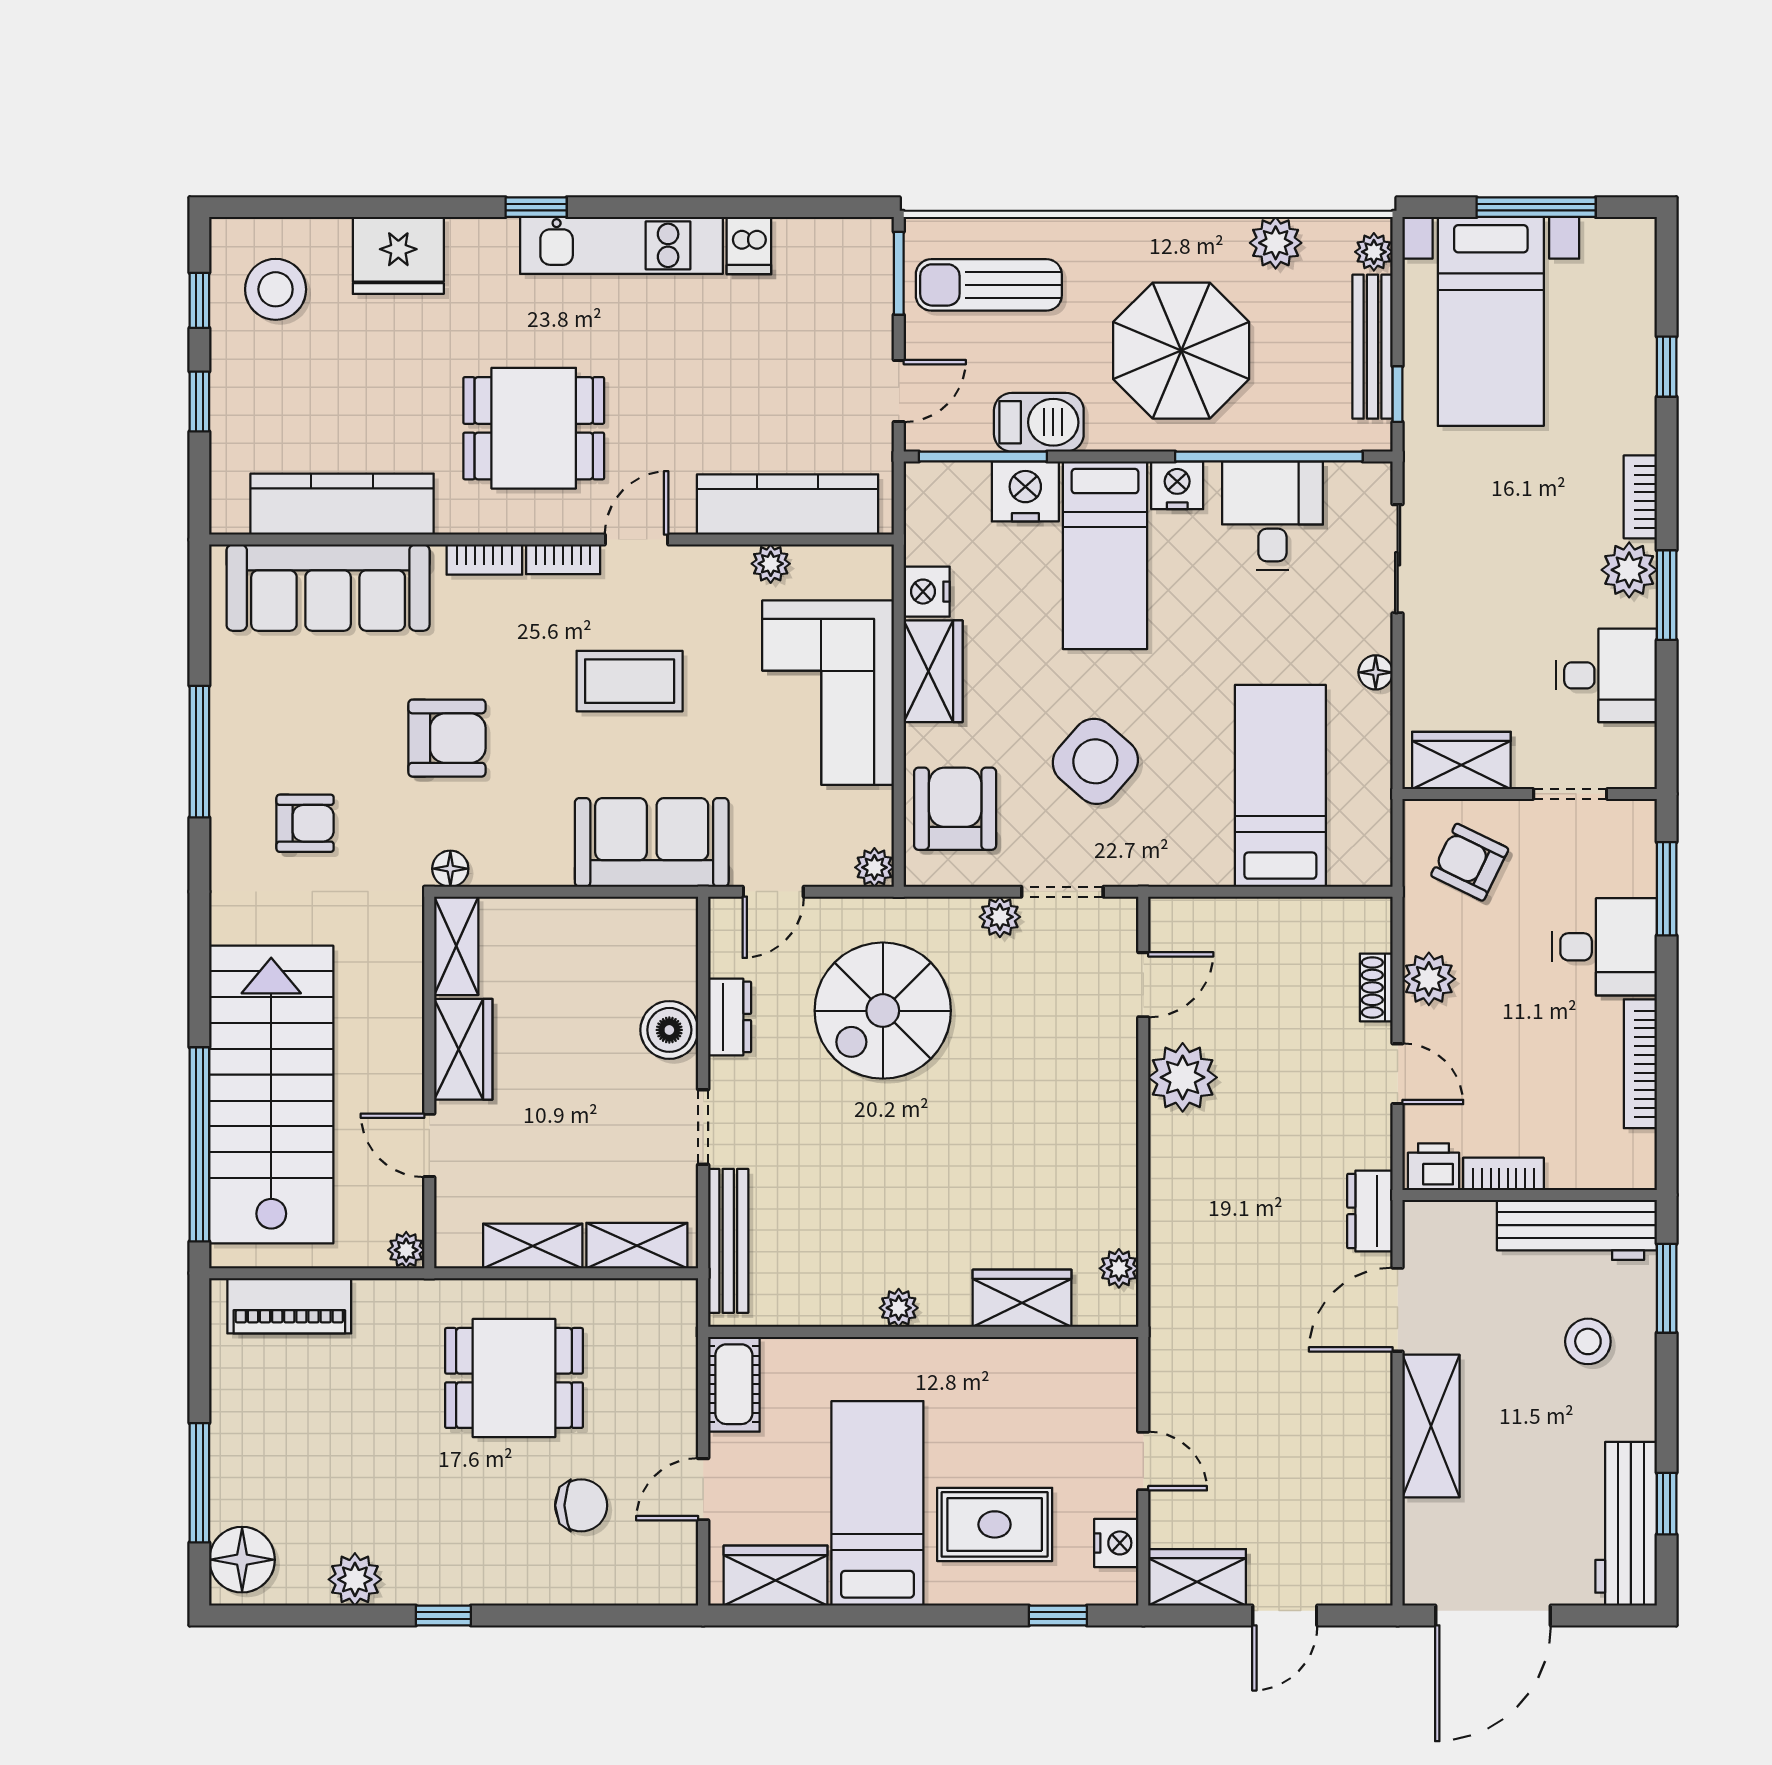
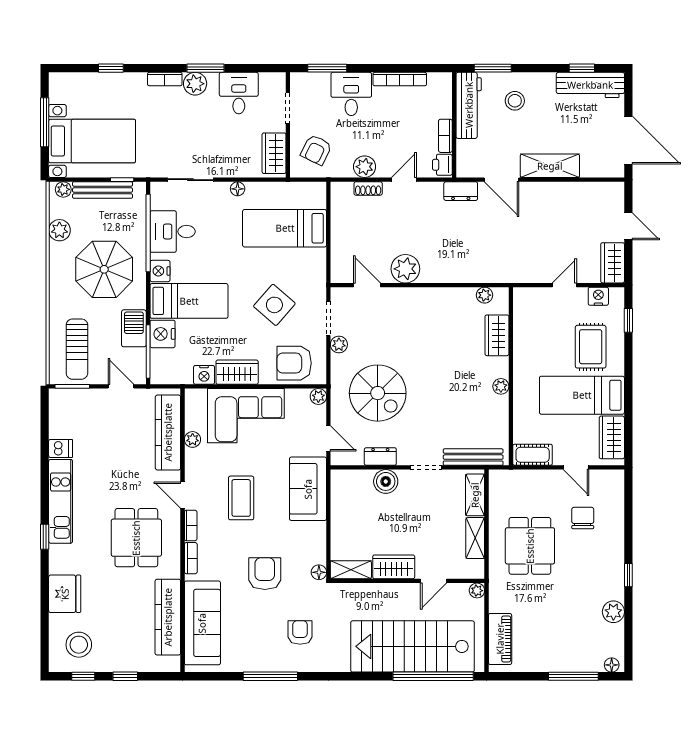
floor lamp: (242, 1560) -> (612, 665), width x0.53, depth x0.53

